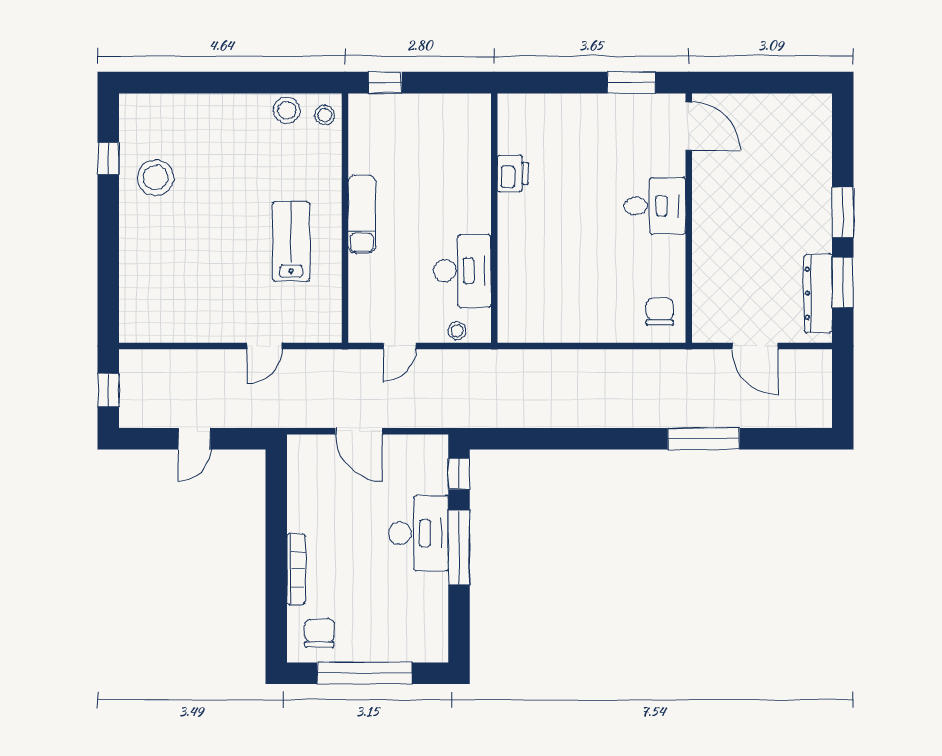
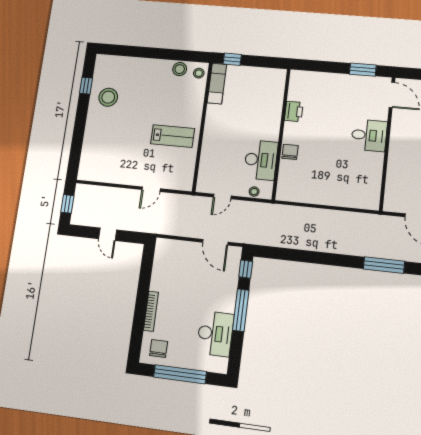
exam couch: (362, 214) -> (217, 84), moved
lab bench: (291, 241) -> (173, 136), turned 90
chair: (660, 312) -> (290, 152), moved
door: (359, 431) -> (215, 242), moved
door: (194, 439) -> (108, 234), hinge flipped
desk: (418, 533) -> (215, 334), moved

